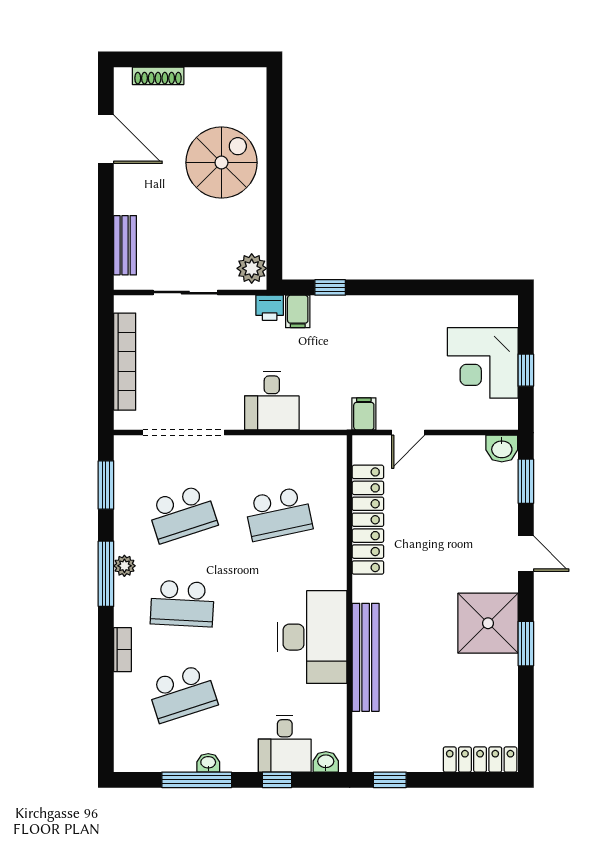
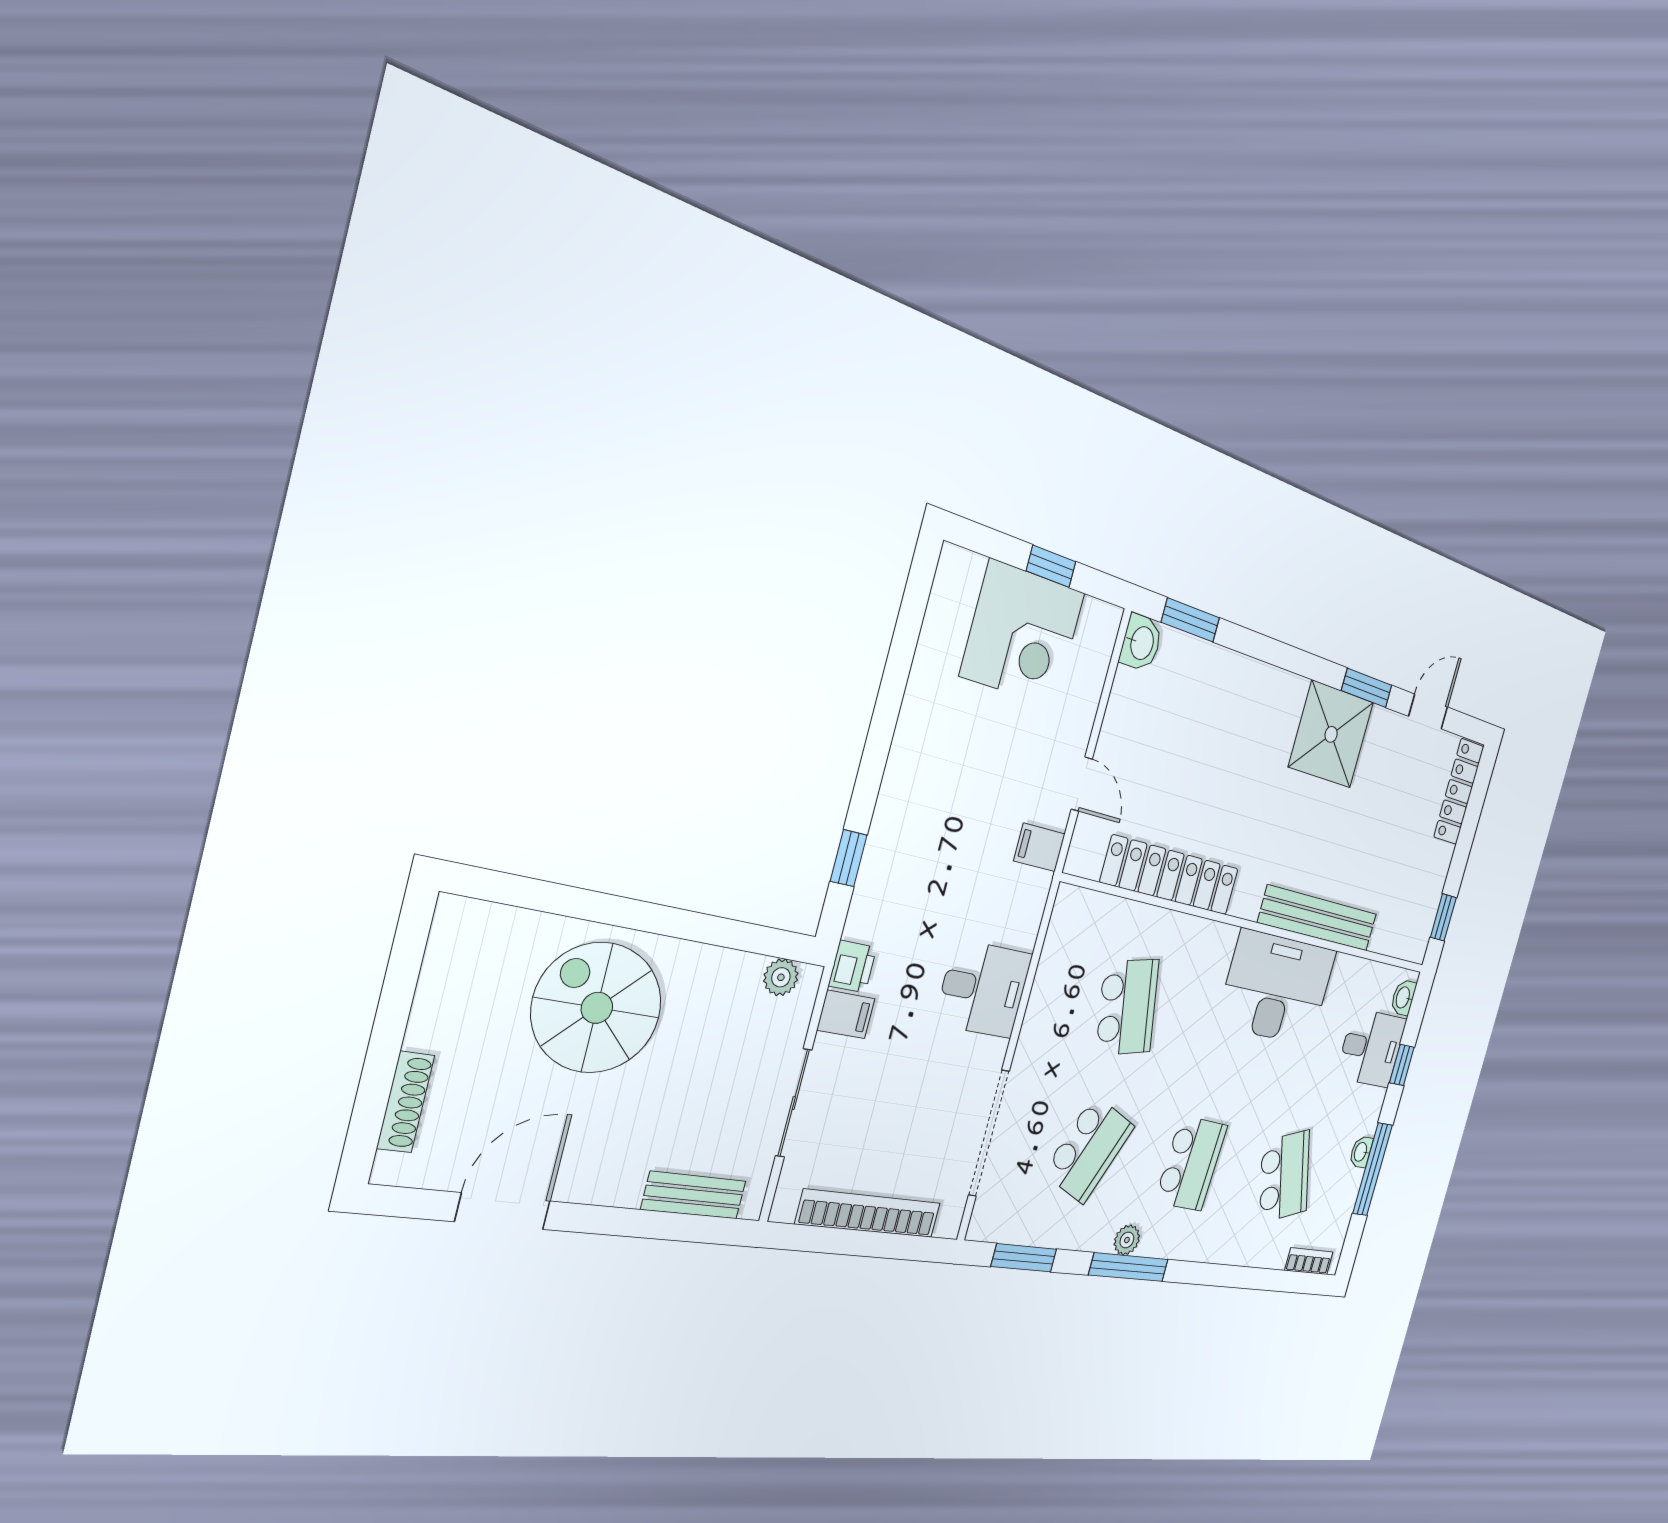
plant: (252, 268) -> (781, 977), width x0.73, depth x0.73
filing cabinet: (298, 311) -> (846, 1014), moved
school desk: (182, 514) -> (1089, 1149), turned 42
door: (526, 554) -> (1428, 712), moved
bookcase: (122, 650) -> (1309, 1261), moved

